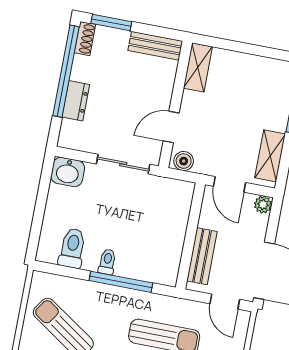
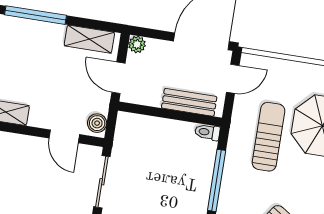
door: (229, 184) -> (118, 78), swing flipped
toilet: (107, 262) -> (207, 132), moved

